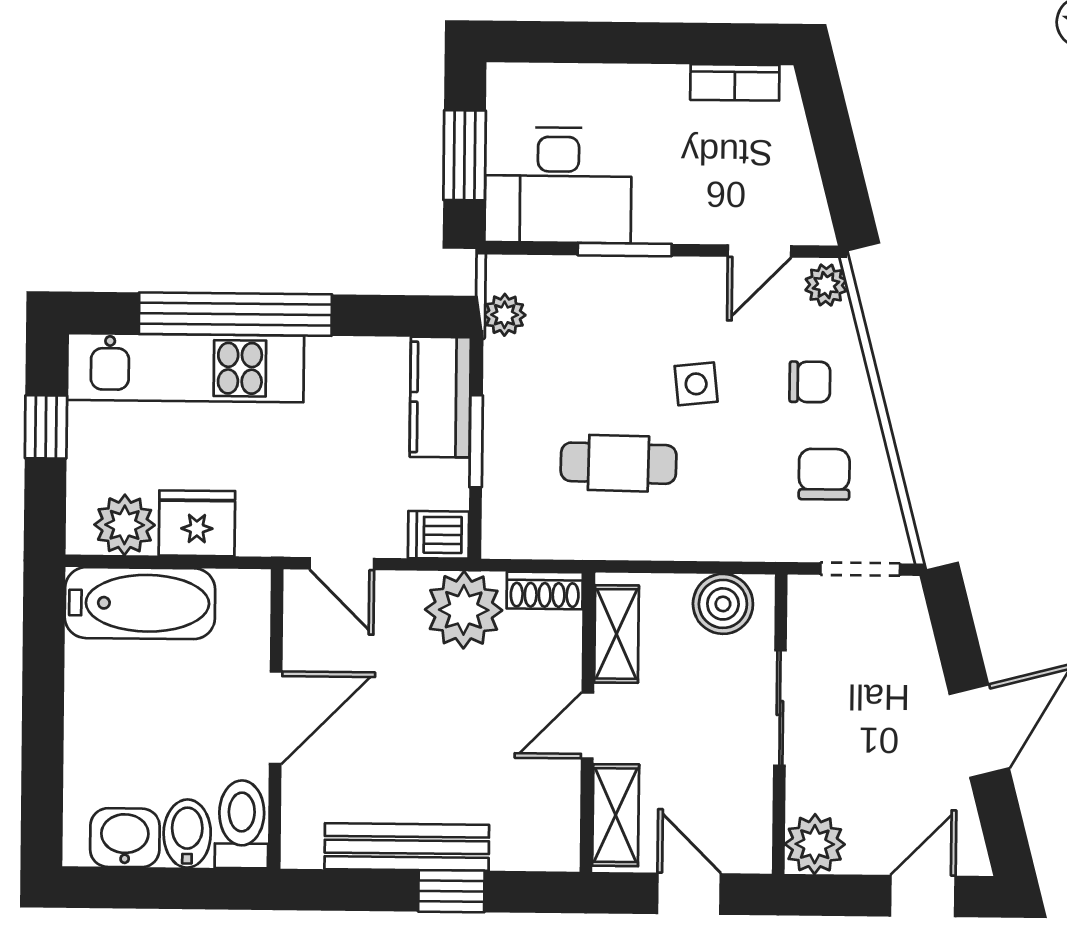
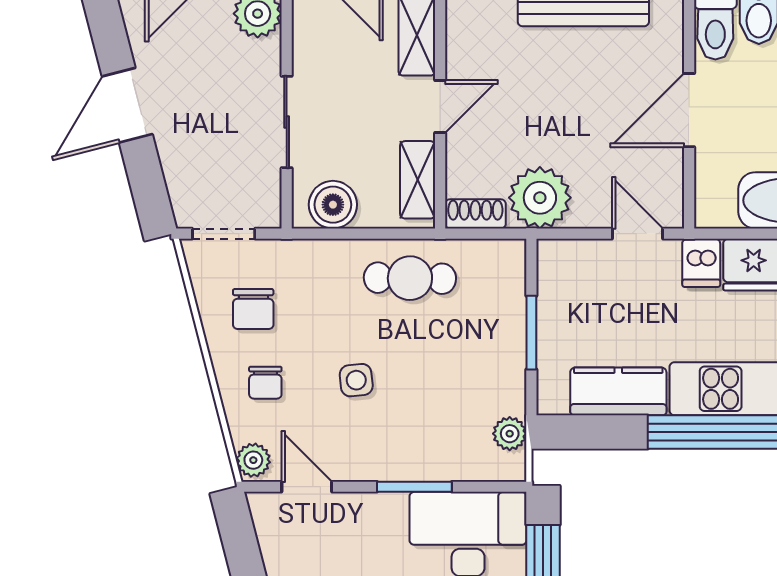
door: (760, 251) -> (307, 487), hinge flipped
chair: (810, 382) -> (265, 383), turned -90
kitchen counter: (440, 397) -> (618, 391), moved, turned -90
cafe table: (619, 463) -> (410, 278), moved
dishwasher: (438, 535) -> (701, 263), moved, turned 90

